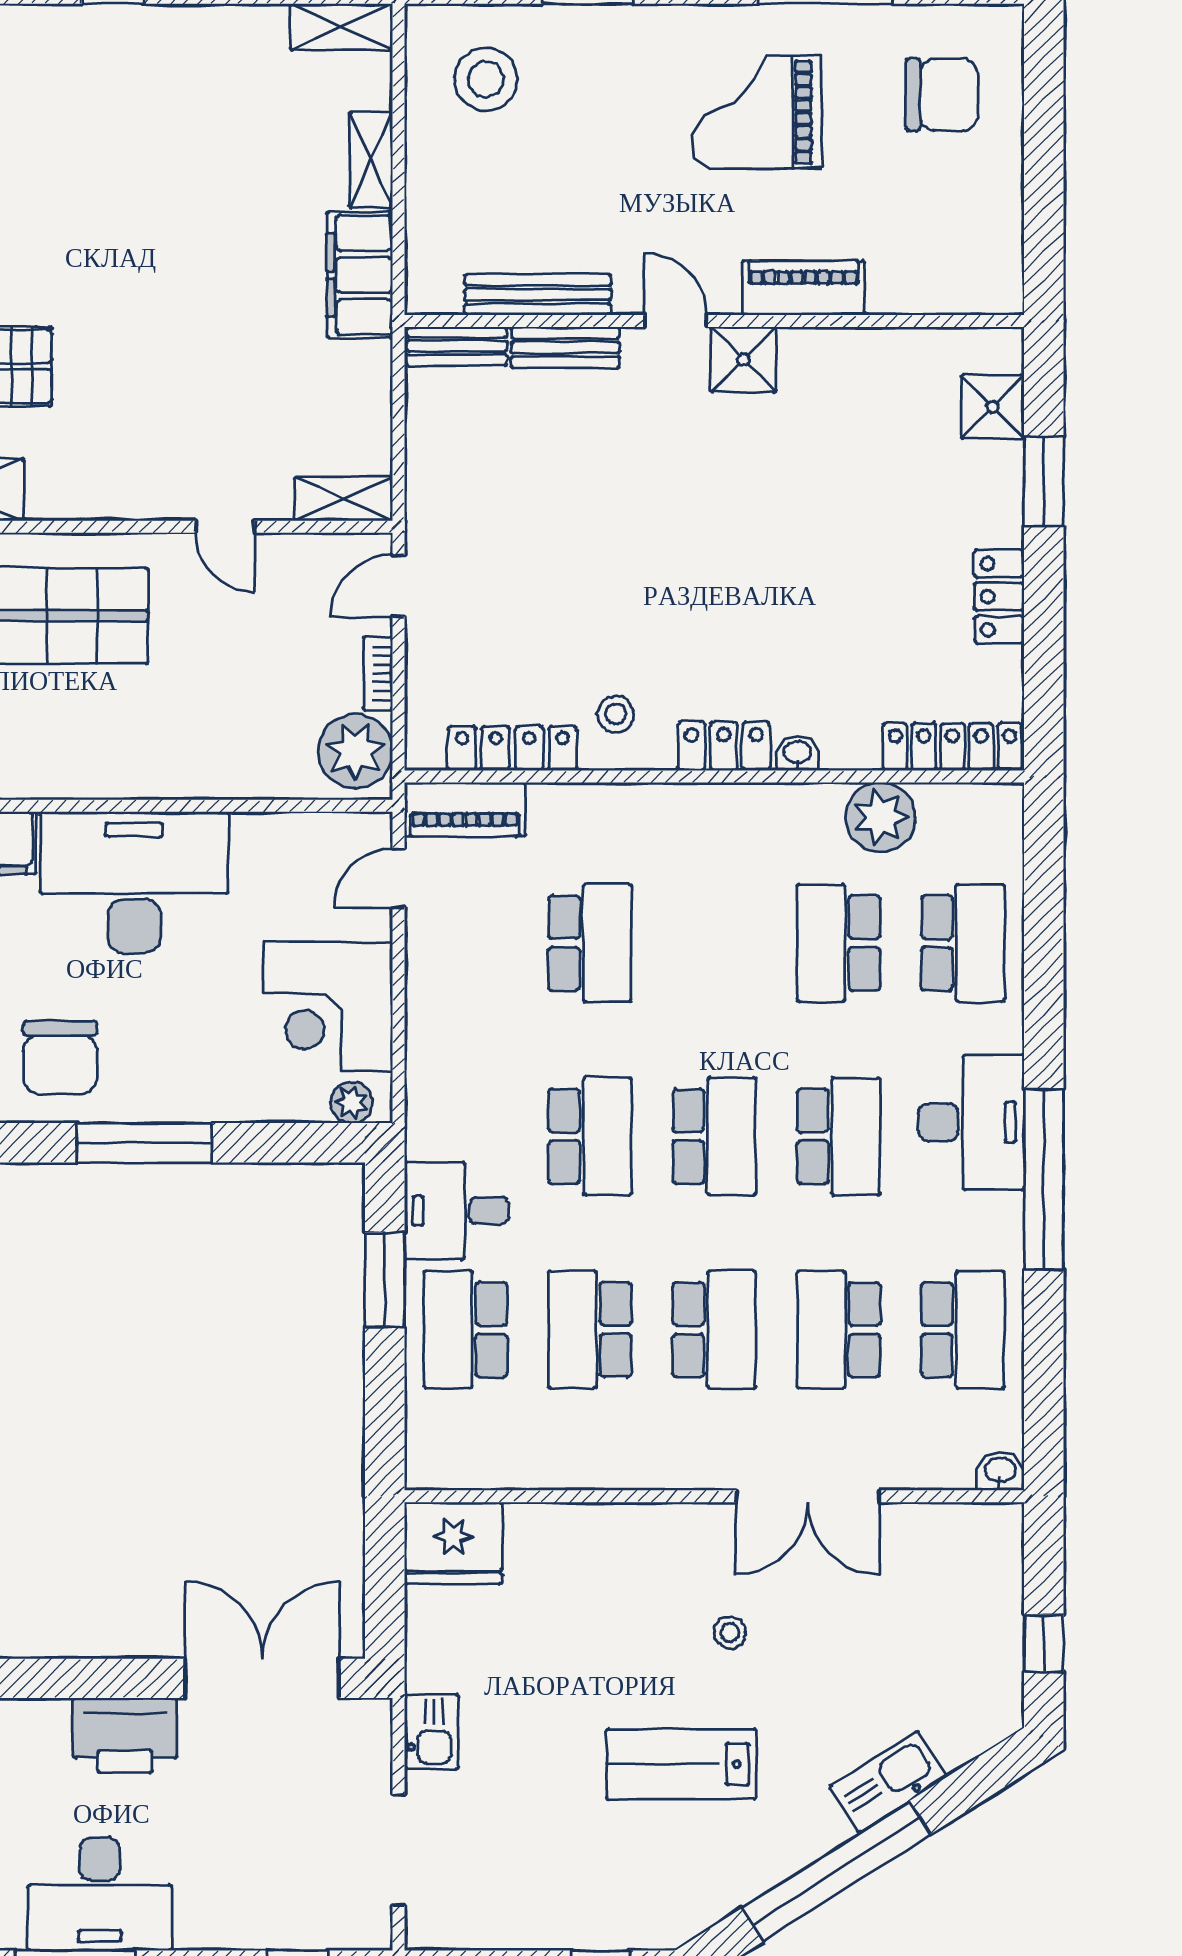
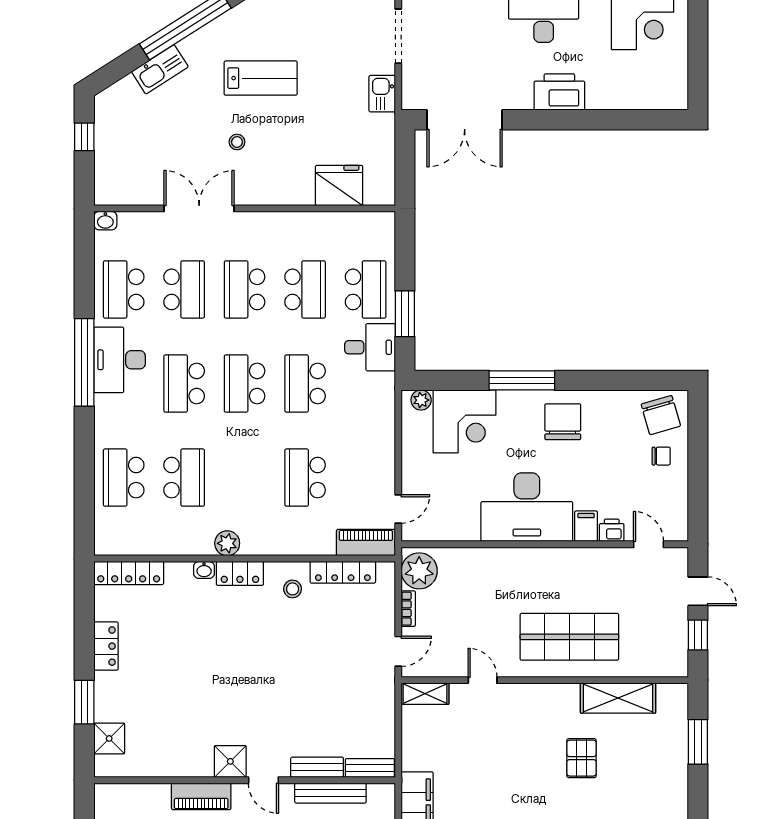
plant: (880, 817) -> (227, 543), moved, width x0.73, depth x0.73
corner desk: (328, 1007) -> (464, 421), moved, turned 90
desk: (971, 1122) -> (120, 360), moved
fridge: (453, 1543) -> (339, 185), moved
printer: (125, 1735) -> (559, 92), moved

